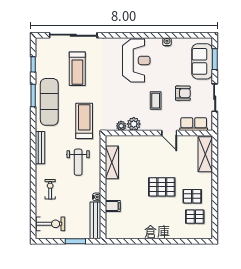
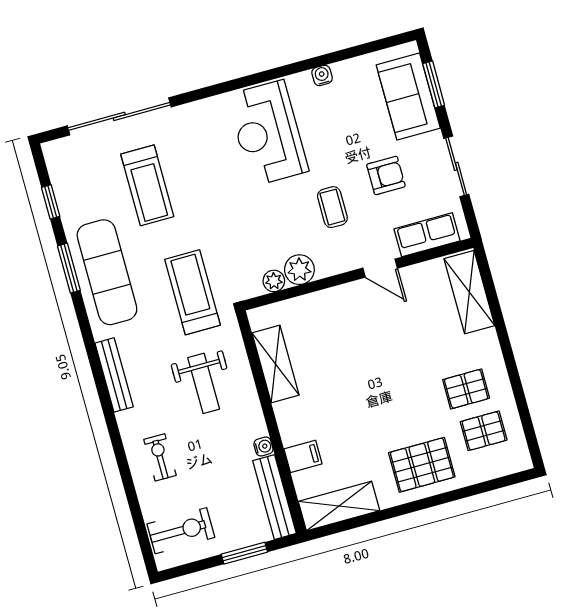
reception desk: (136, 60) -> (268, 133), turned 180
pallet: (162, 187) -> (422, 465), moved
shelving: (123, 232) -> (339, 506), added

